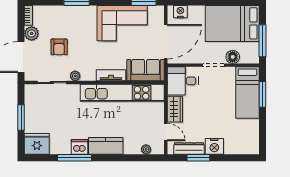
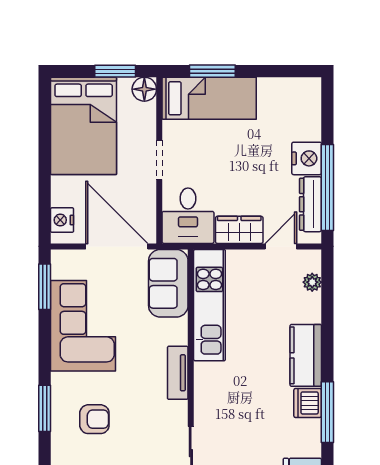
window: (262, 41) -> (115, 71), width x0.69
armchair: (59, 47) -> (94, 419), moved
floor lamp: (233, 57) -> (144, 89), moved
tv unit: (111, 75) -> (178, 373), moved
plant: (75, 76) -> (179, 411), removed
kitchen unit: (122, 93) -> (209, 305), width x0.73
window: (198, 158) -> (327, 187), width x2.11

